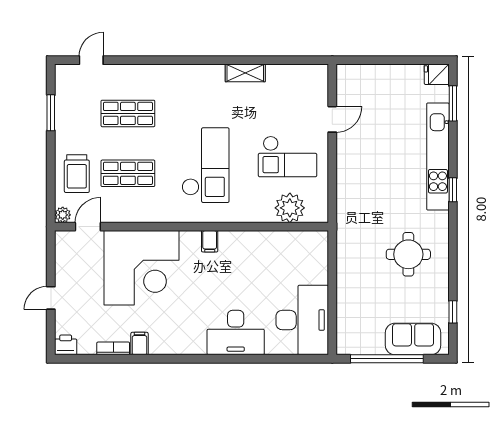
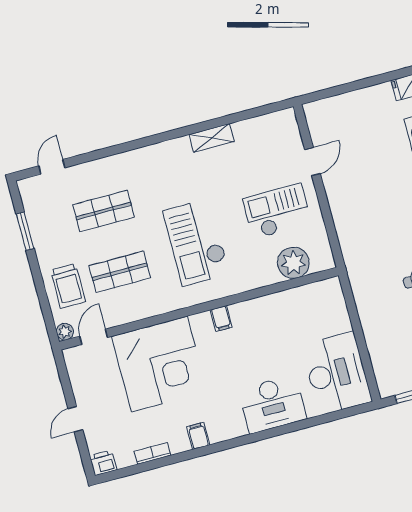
checkout: (288, 156) -> (277, 211), turned 180
checkout: (205, 165) -> (196, 242), turned 180
filing cabinet: (140, 344) -> (198, 436), moved

